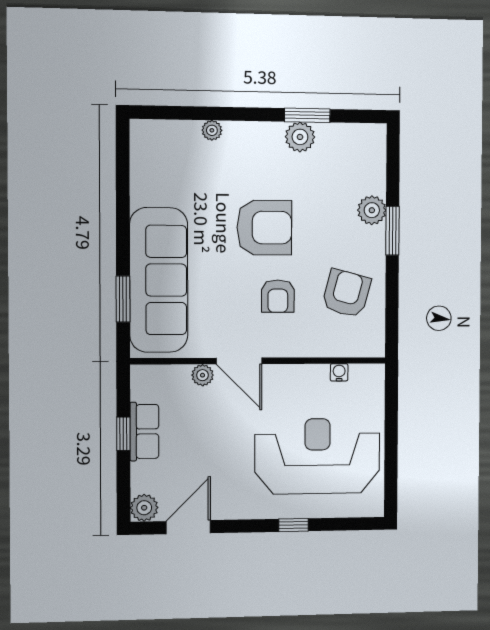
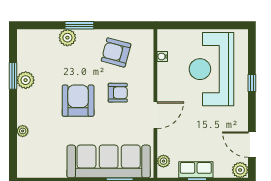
plant: (203, 375) -> (163, 161), moved

